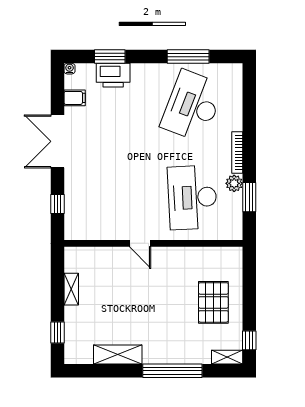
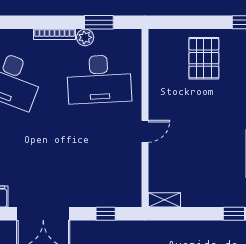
shelving: (71, 289) -> (164, 200), moved
pallet: (213, 302) -> (204, 58), turned 90

